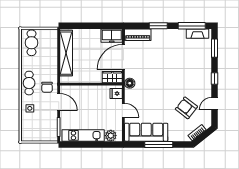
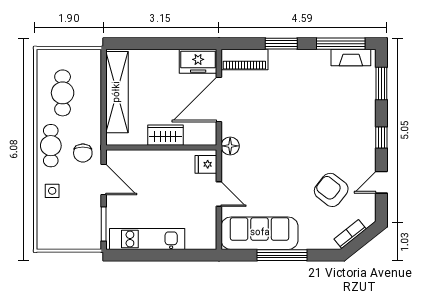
cafe table: (31, 43) -> (63, 93), moved
wardrobe: (112, 77) -> (165, 135), moved
plant: (111, 136) -> (196, 239), removed

